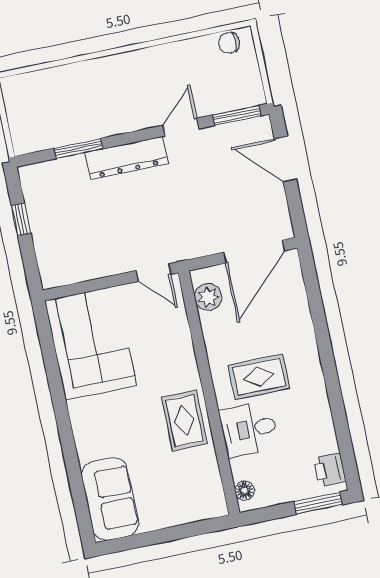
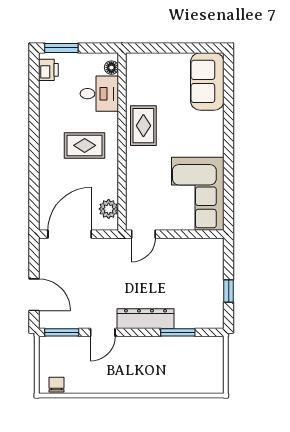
chair: (229, 43) -> (56, 385), turned -90
door: (153, 273) -> (143, 234), swing flipped
desk: (249, 429) -> (99, 94), moved

